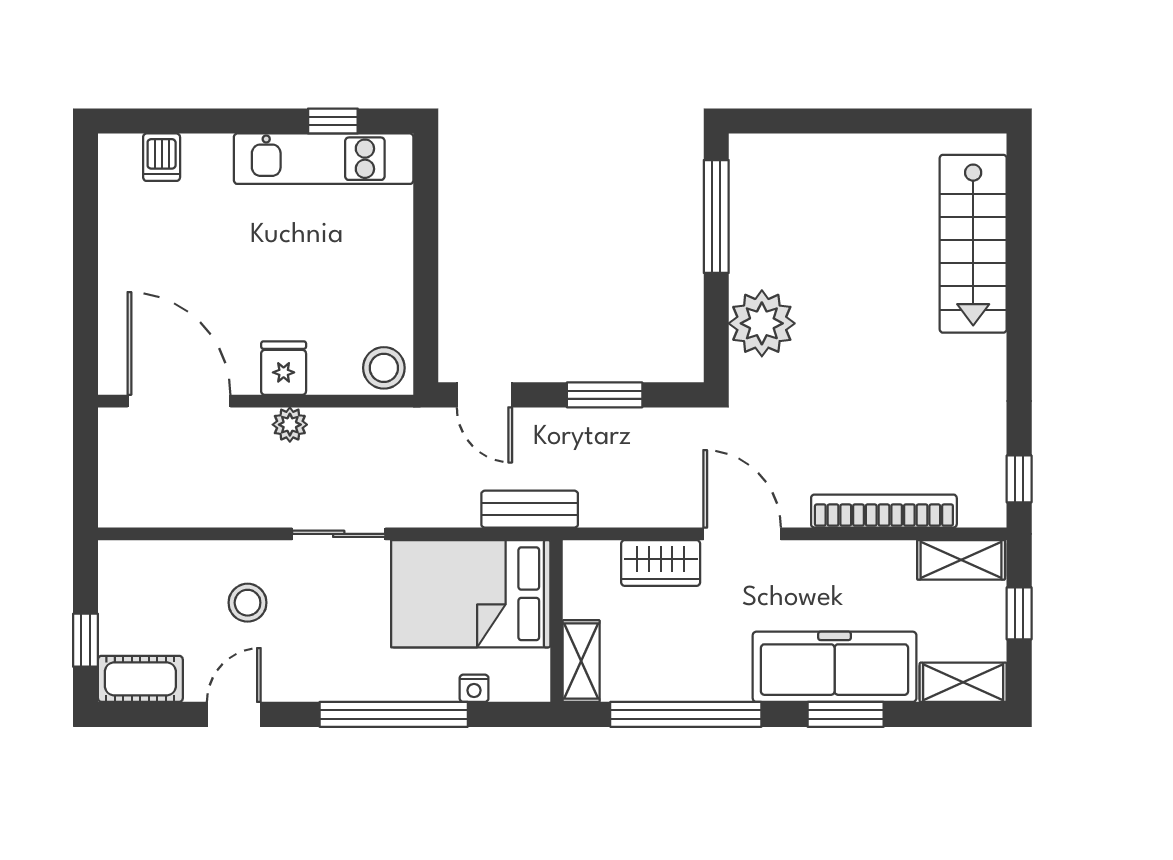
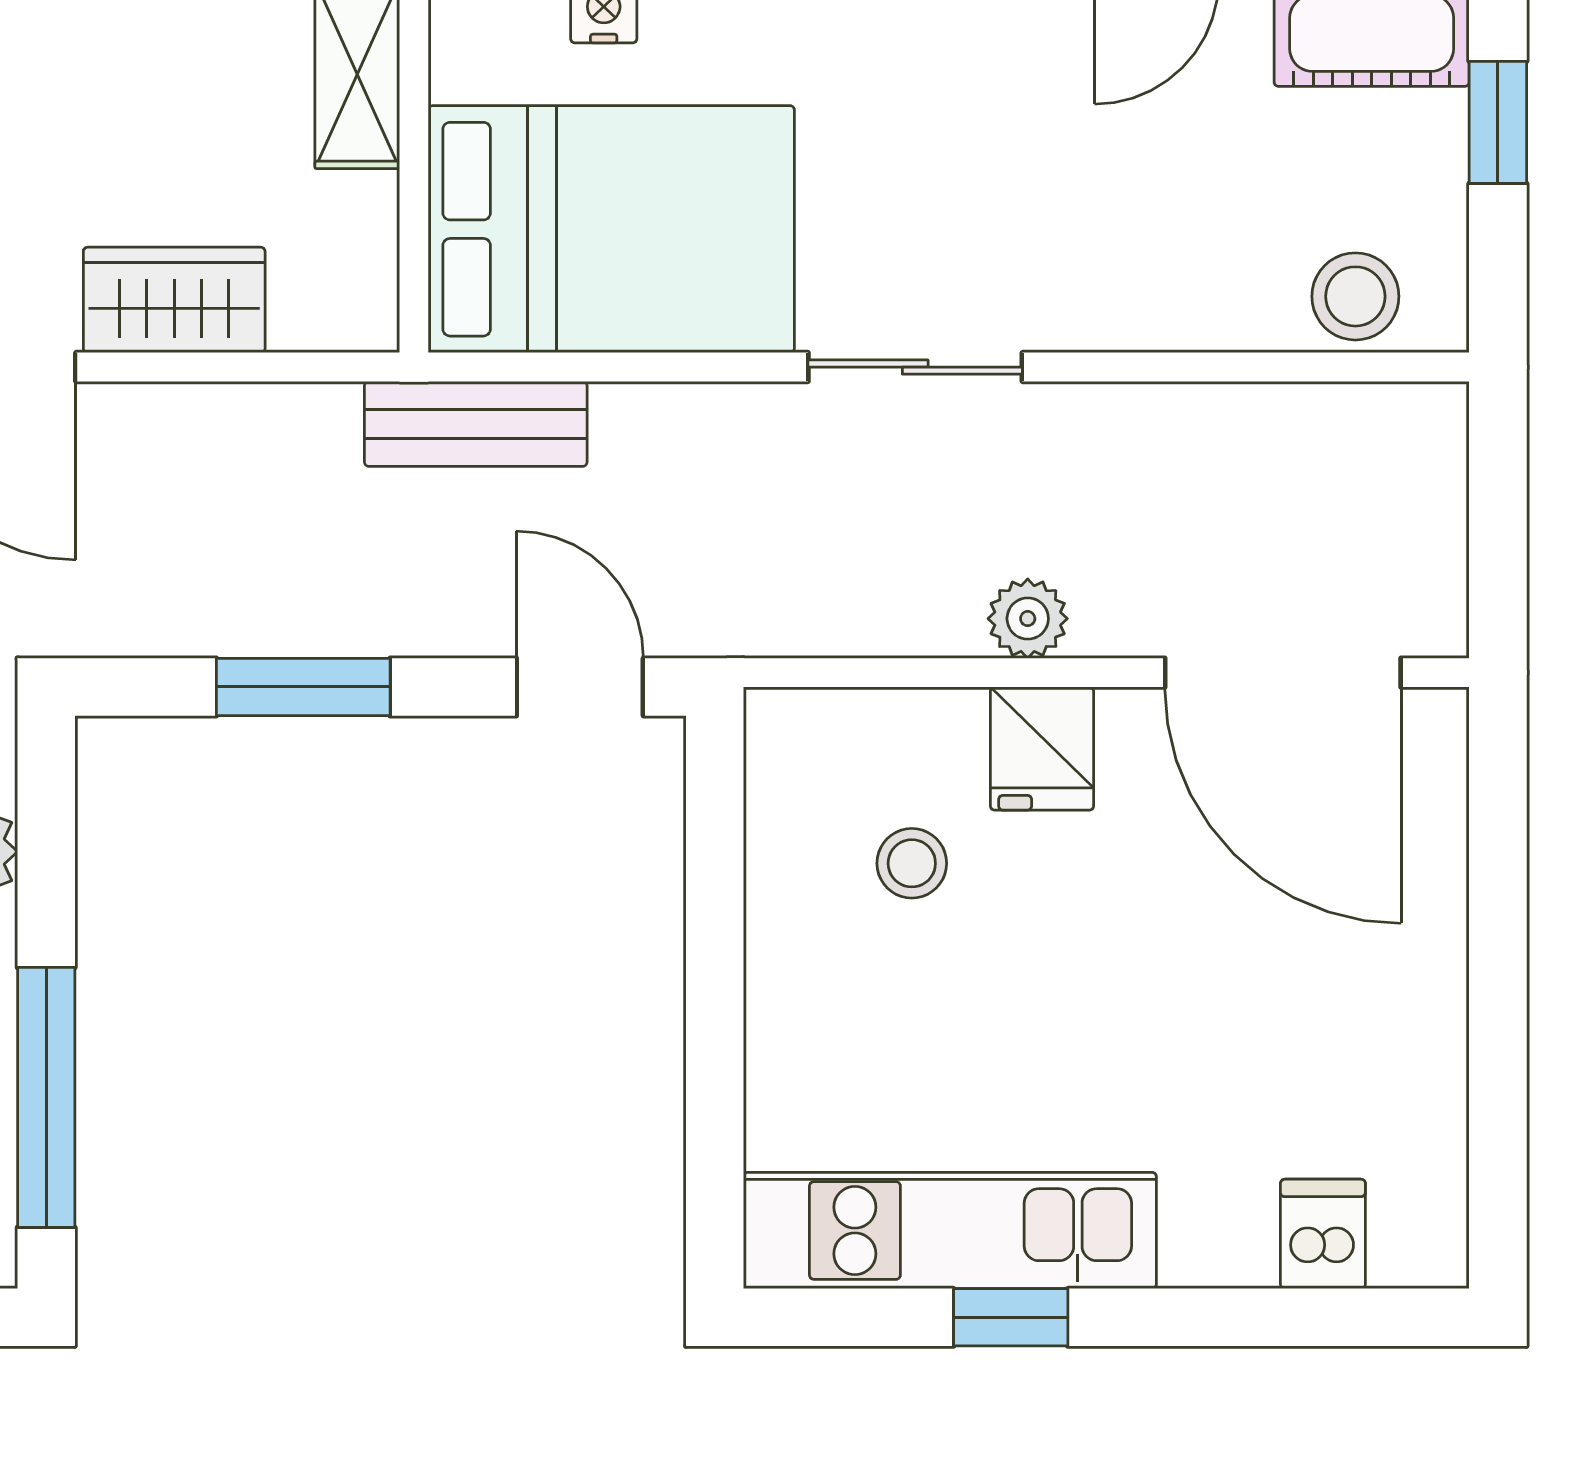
window: (333, 121) -> (1011, 1317), moved
stool: (384, 368) -> (912, 863), moved, width x0.73, depth x0.73
stool: (248, 603) -> (1355, 296), moved

